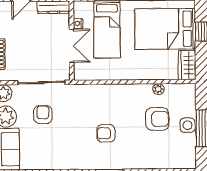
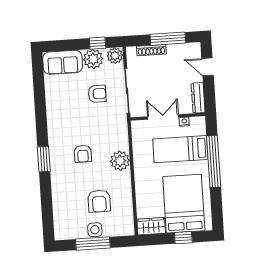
double door: (72, 46) -> (163, 117), swing flipped
plant: (158, 89) -> (120, 161), moved, width x1.88, depth x1.88
armchair: (106, 133) -> (83, 154), turned 180

